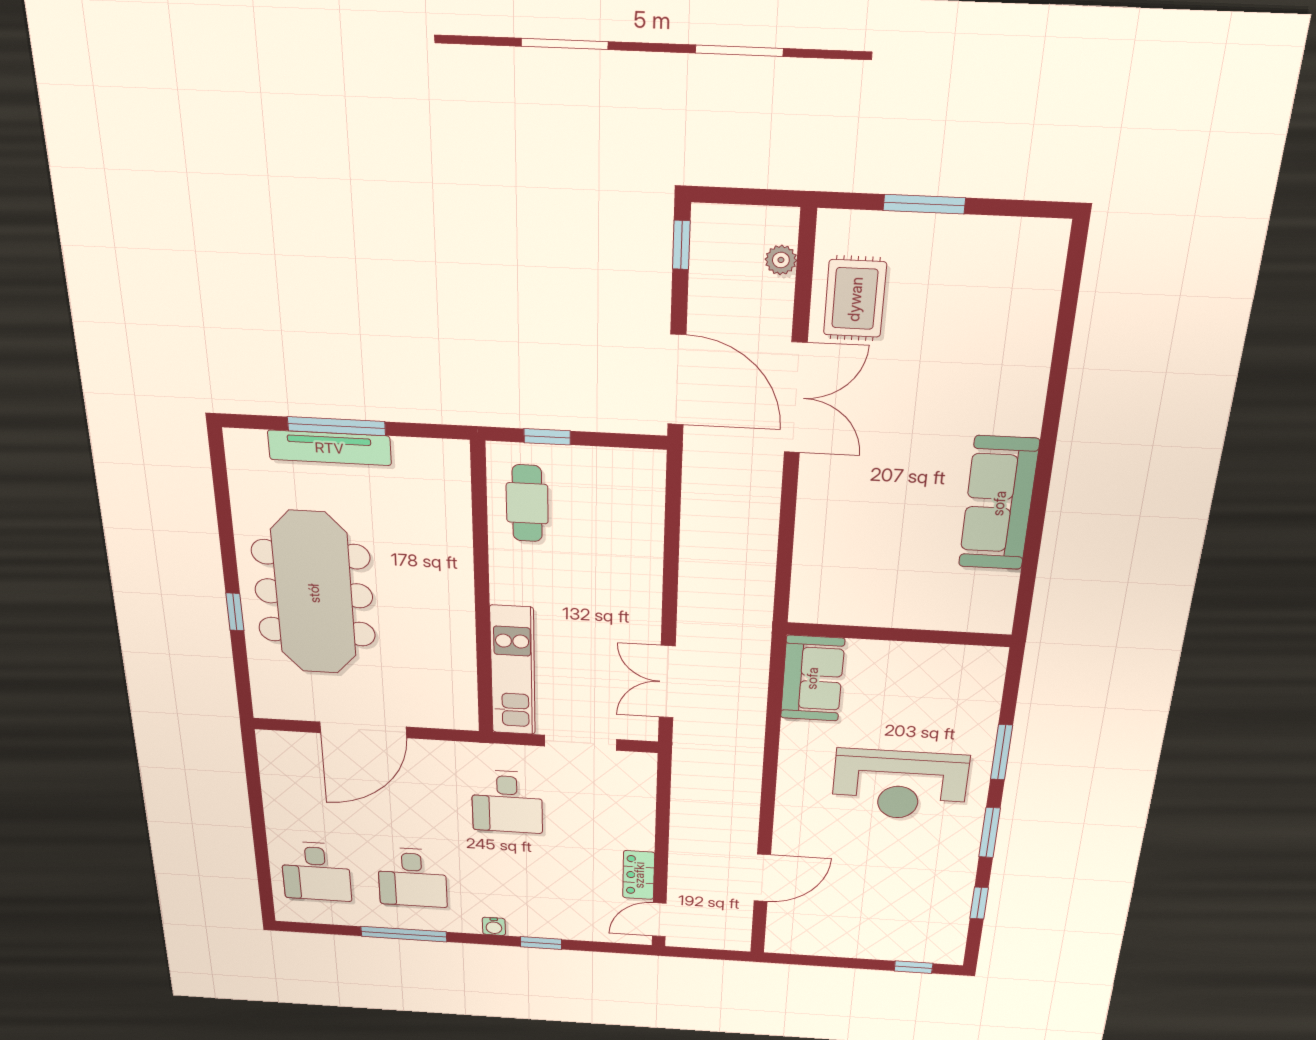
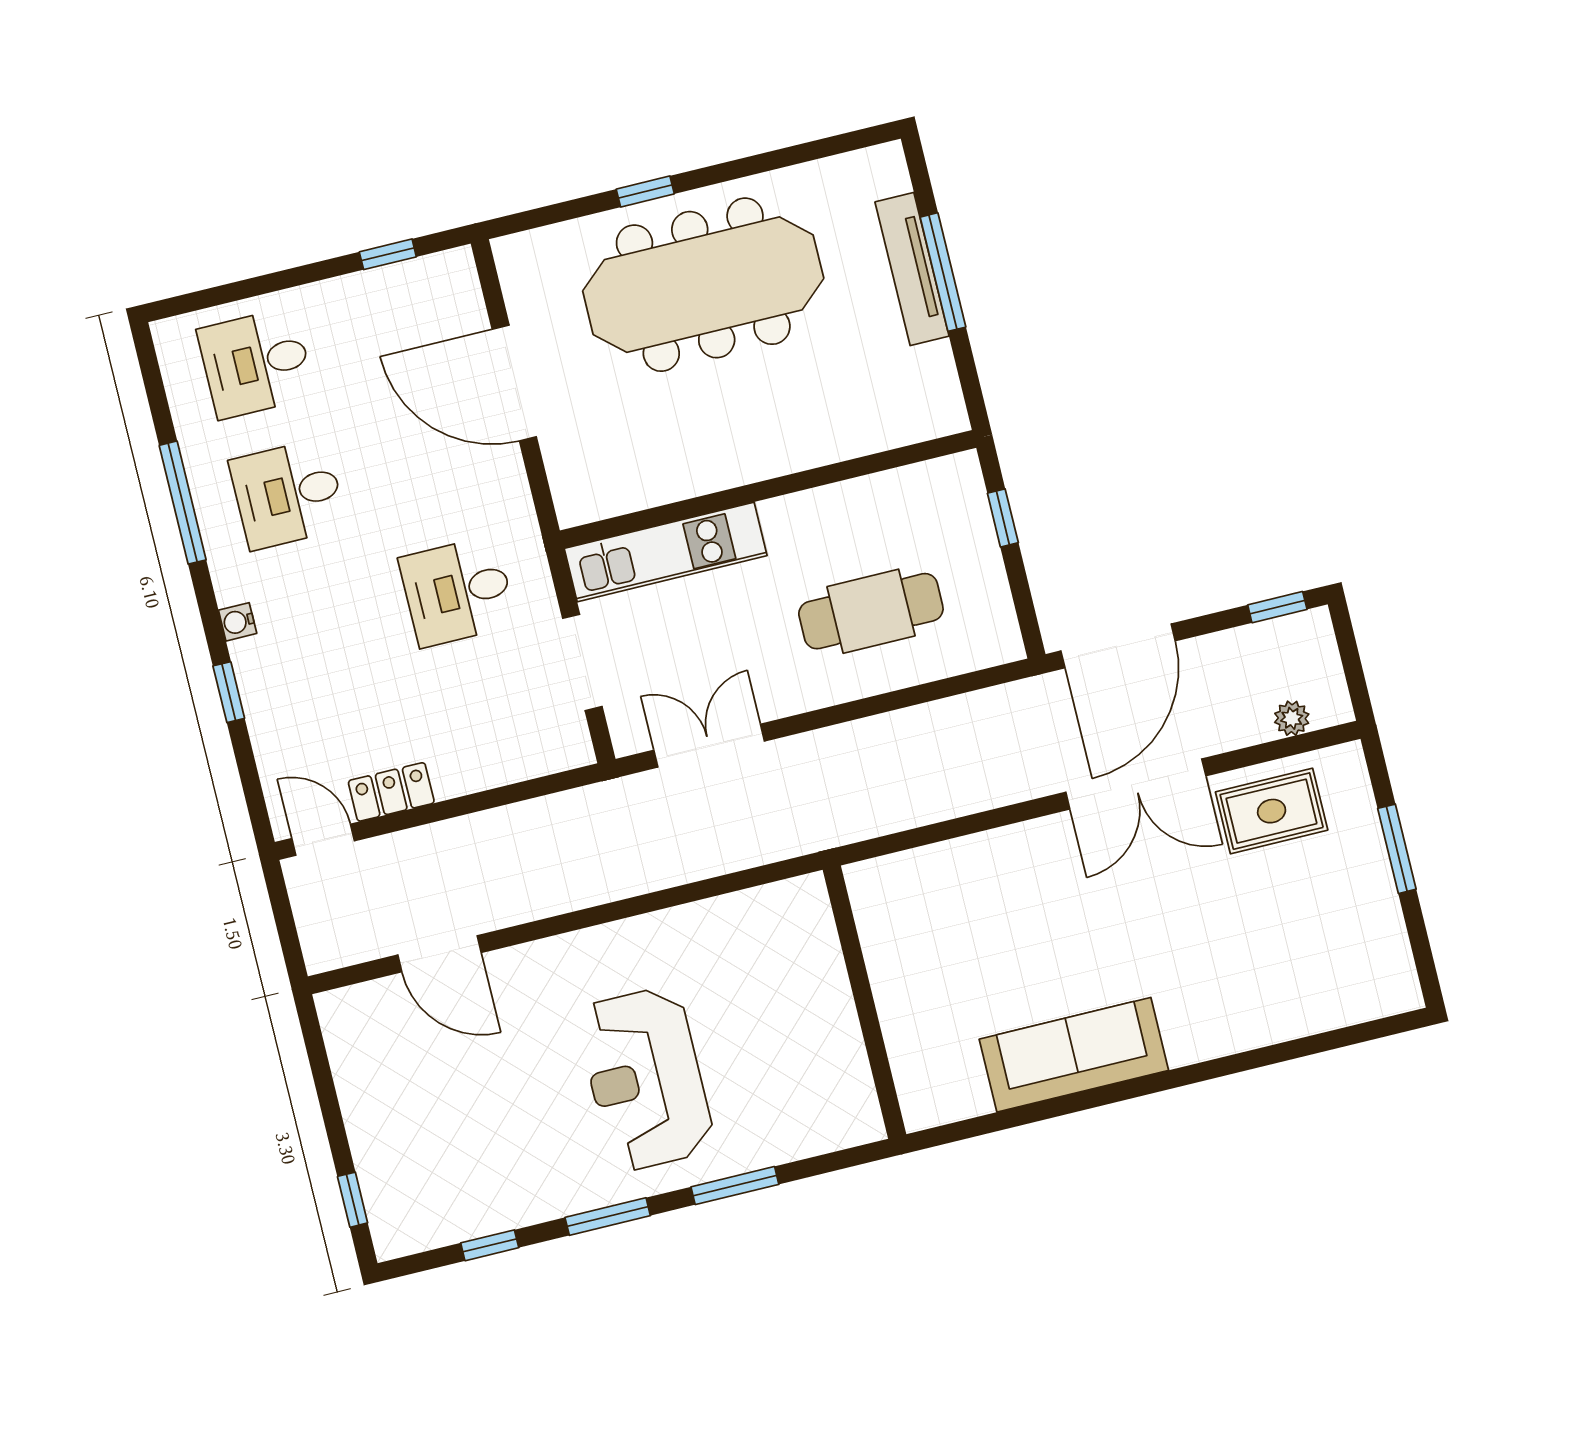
cafe table: (527, 503) -> (871, 611), moved, width x1.37, depth x1.35
sofa: (812, 678) -> (770, 920), removed
window: (253, 779) -> (388, 254), added

